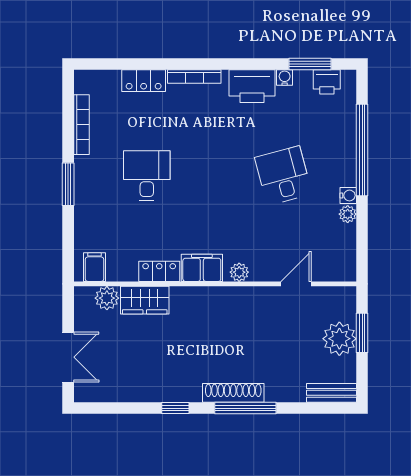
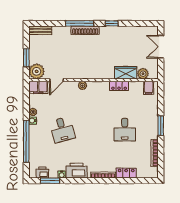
filing cabinet: (202, 268) -> (38, 87), moved
plant: (339, 339) -> (37, 71), moved

